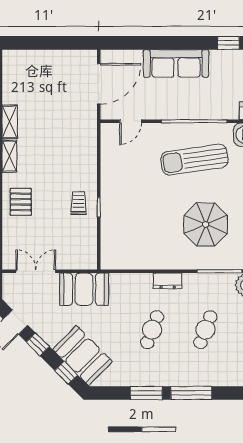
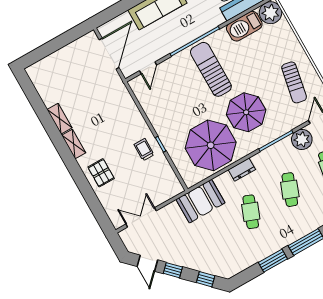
sun lounger: (194, 160) -> (211, 69), turned 98
parasol: (150, 238) -> (211, 145), added
booth: (84, 289) -> (200, 201), moved
booth: (83, 355) -> (210, 260), removed

